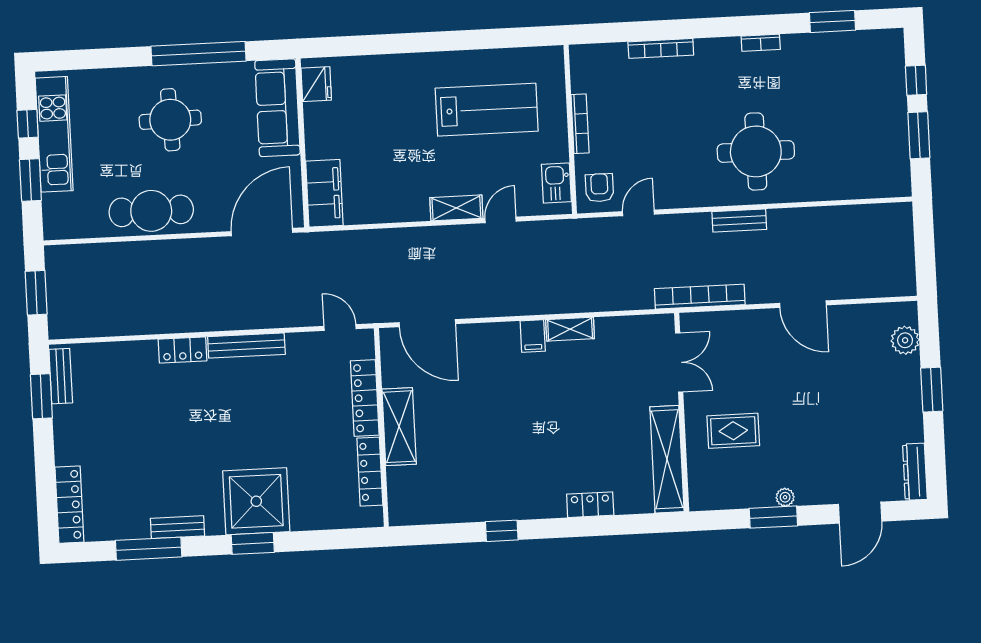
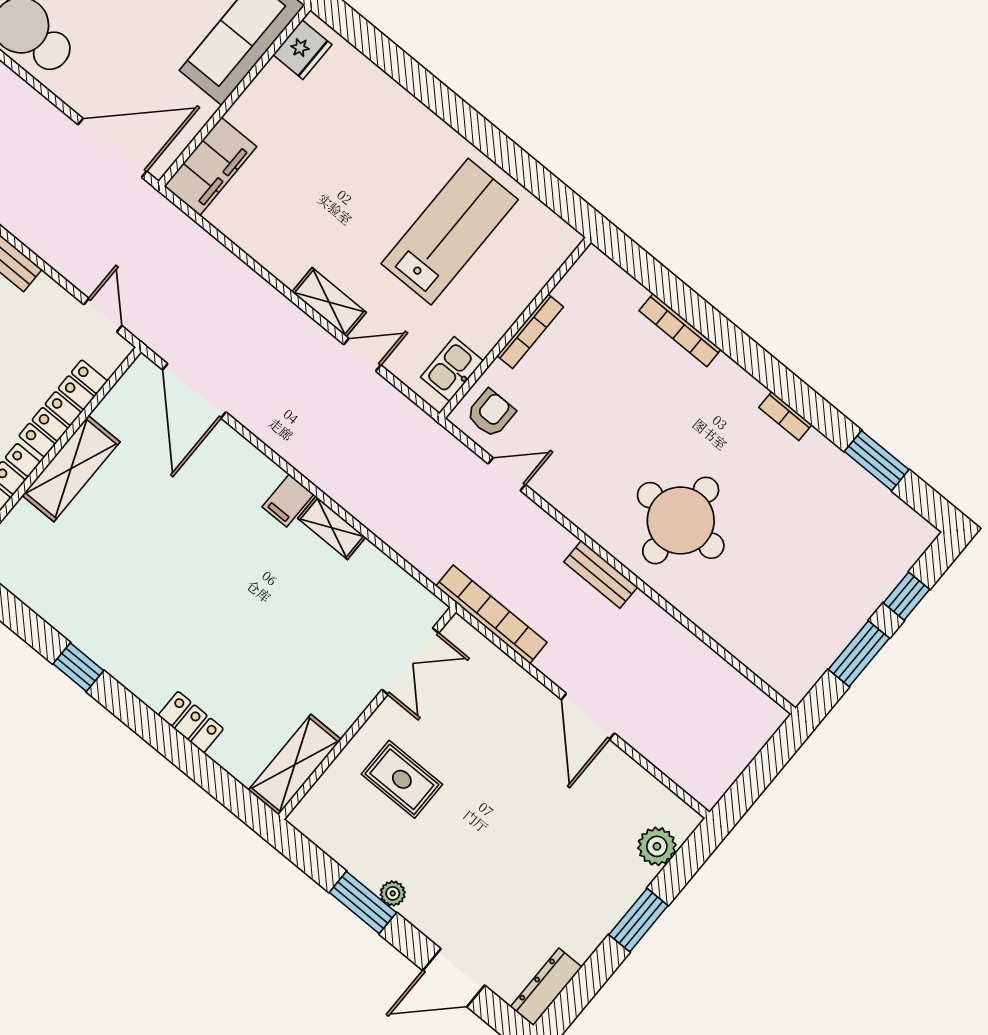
lab bench: (487, 110) -> (450, 232), turned -90
shelving: (667, 459) -> (295, 765), width x0.68

